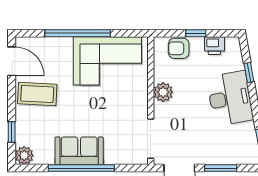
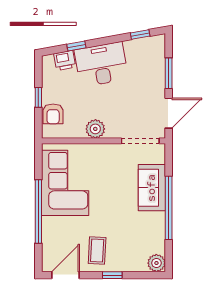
printer: (214, 46) -> (65, 60), moved, turned 80
coffee table: (37, 94) -> (97, 250), width x0.73, depth x0.77
window: (12, 132) -> (112, 275), moved
sofa: (79, 151) -> (152, 188), moved

